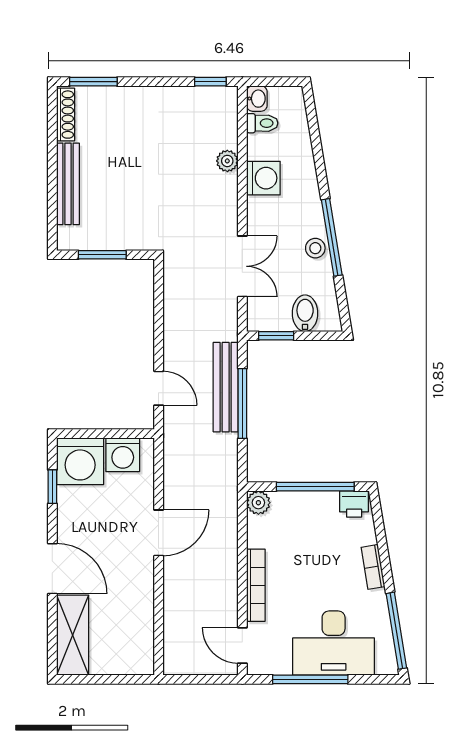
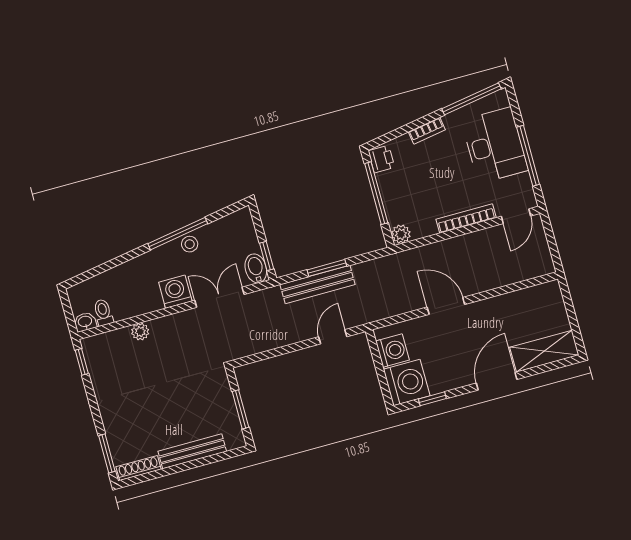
washing machine: (263, 178) -> (175, 292), moved
bidet: (305, 313) -> (256, 268), moved, turned 90
window: (242, 404) -> (327, 268), width x0.69

